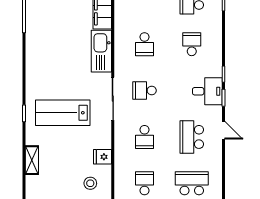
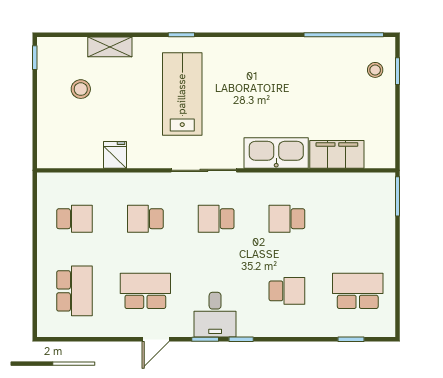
school desk: (144, 91) -> (216, 219), turned -90
stool: (90, 183) -> (81, 89), moved

